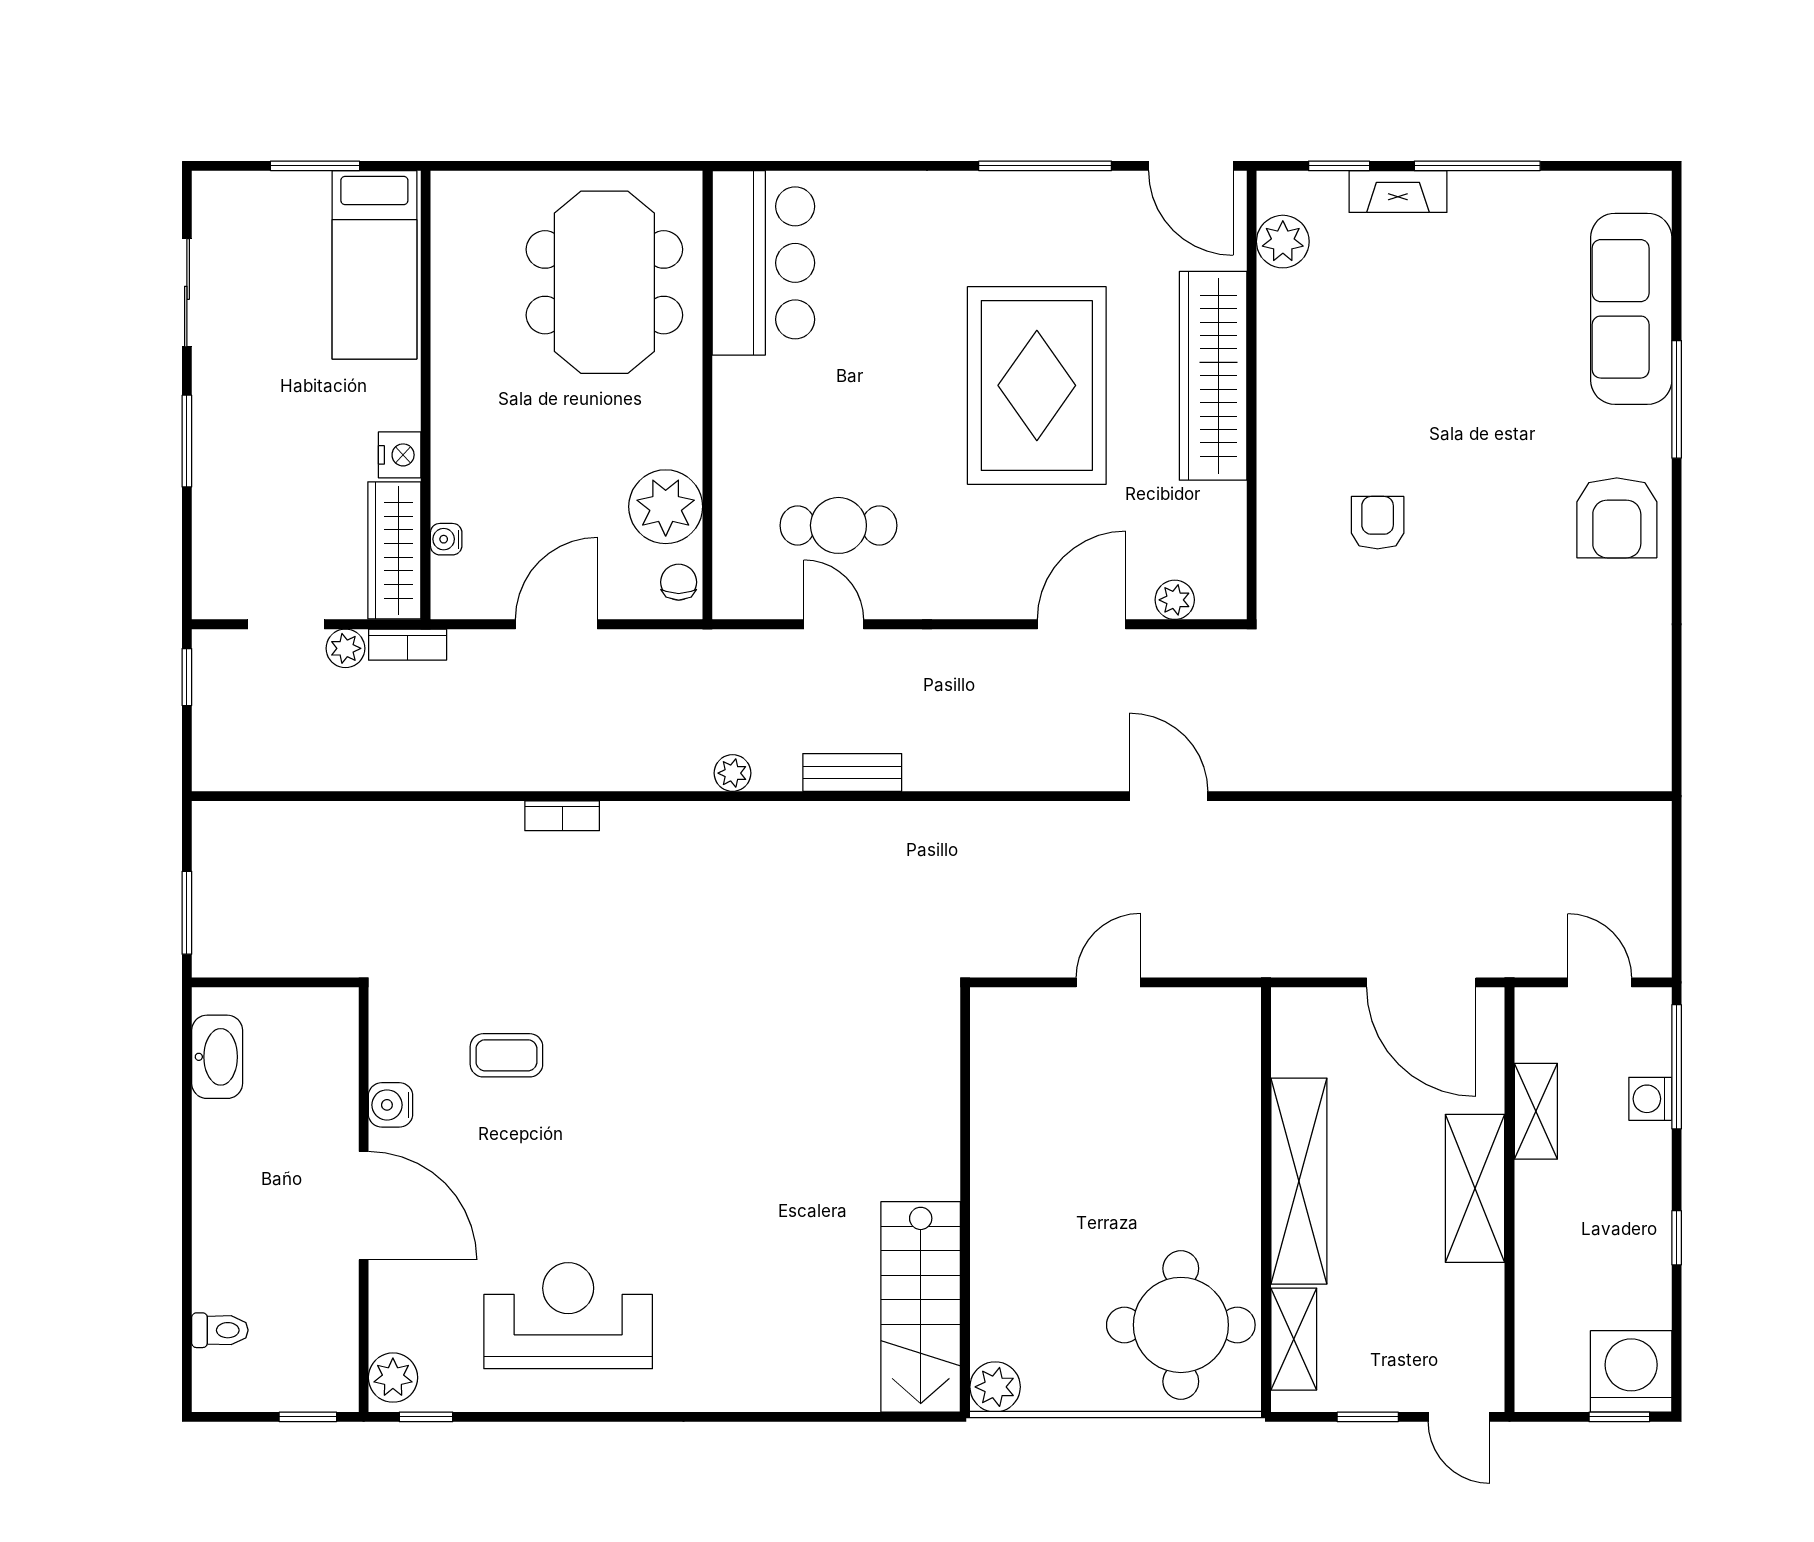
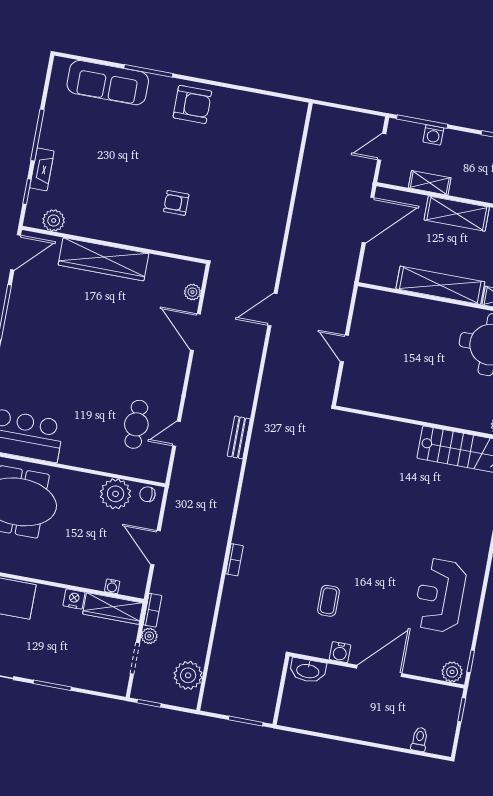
rug: (1037, 385) -> (94, 332), removed
plant: (733, 773) -> (188, 675), moved, width x1.88, depth x1.88
washbasin: (217, 1057) -> (308, 670), moved, turned 180

